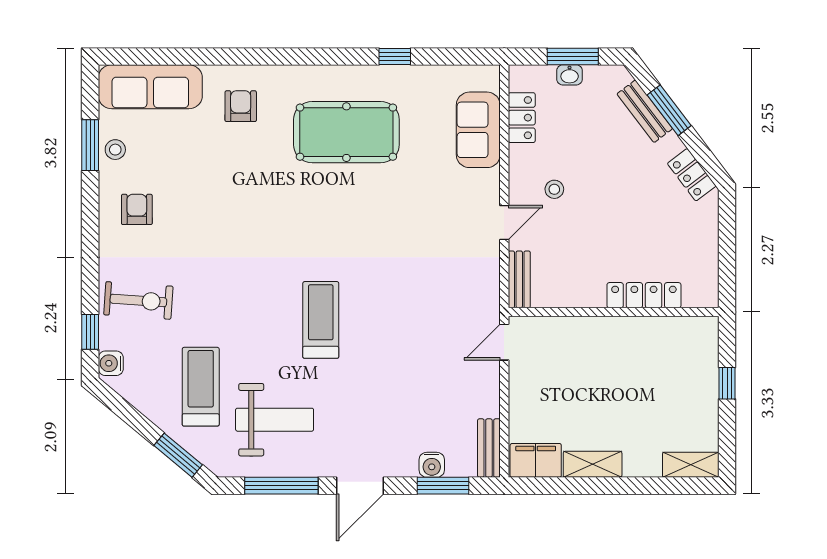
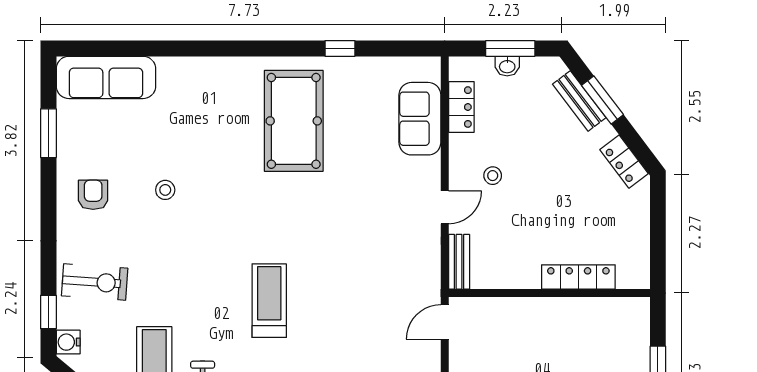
armchair: (241, 106) -> (193, 96), removed
pool table: (346, 132) -> (294, 121), turned 90
stool: (115, 150) -> (165, 190), moved

